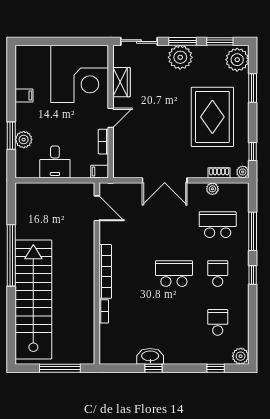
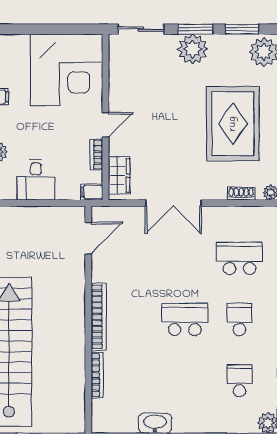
wardrobe: (121, 82) -> (119, 175), moved
plant: (212, 189) -> (233, 214), removed
door: (97, 208) -> (88, 238), hinge flipped
bookcase: (104, 311) -> (97, 375), width x1.56

